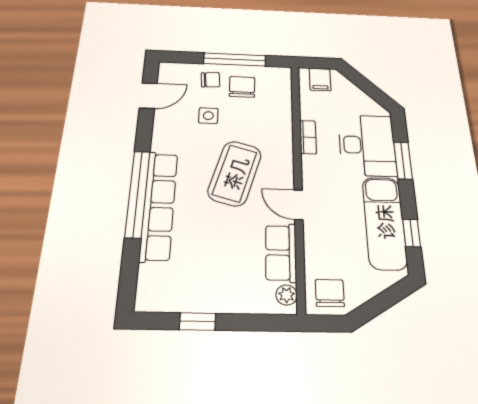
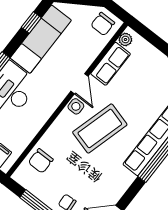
chair: (242, 87) -> (41, 161), moved
side table: (208, 116) -> (76, 106), moved
bookcase: (308, 137) -> (40, 121), removed

